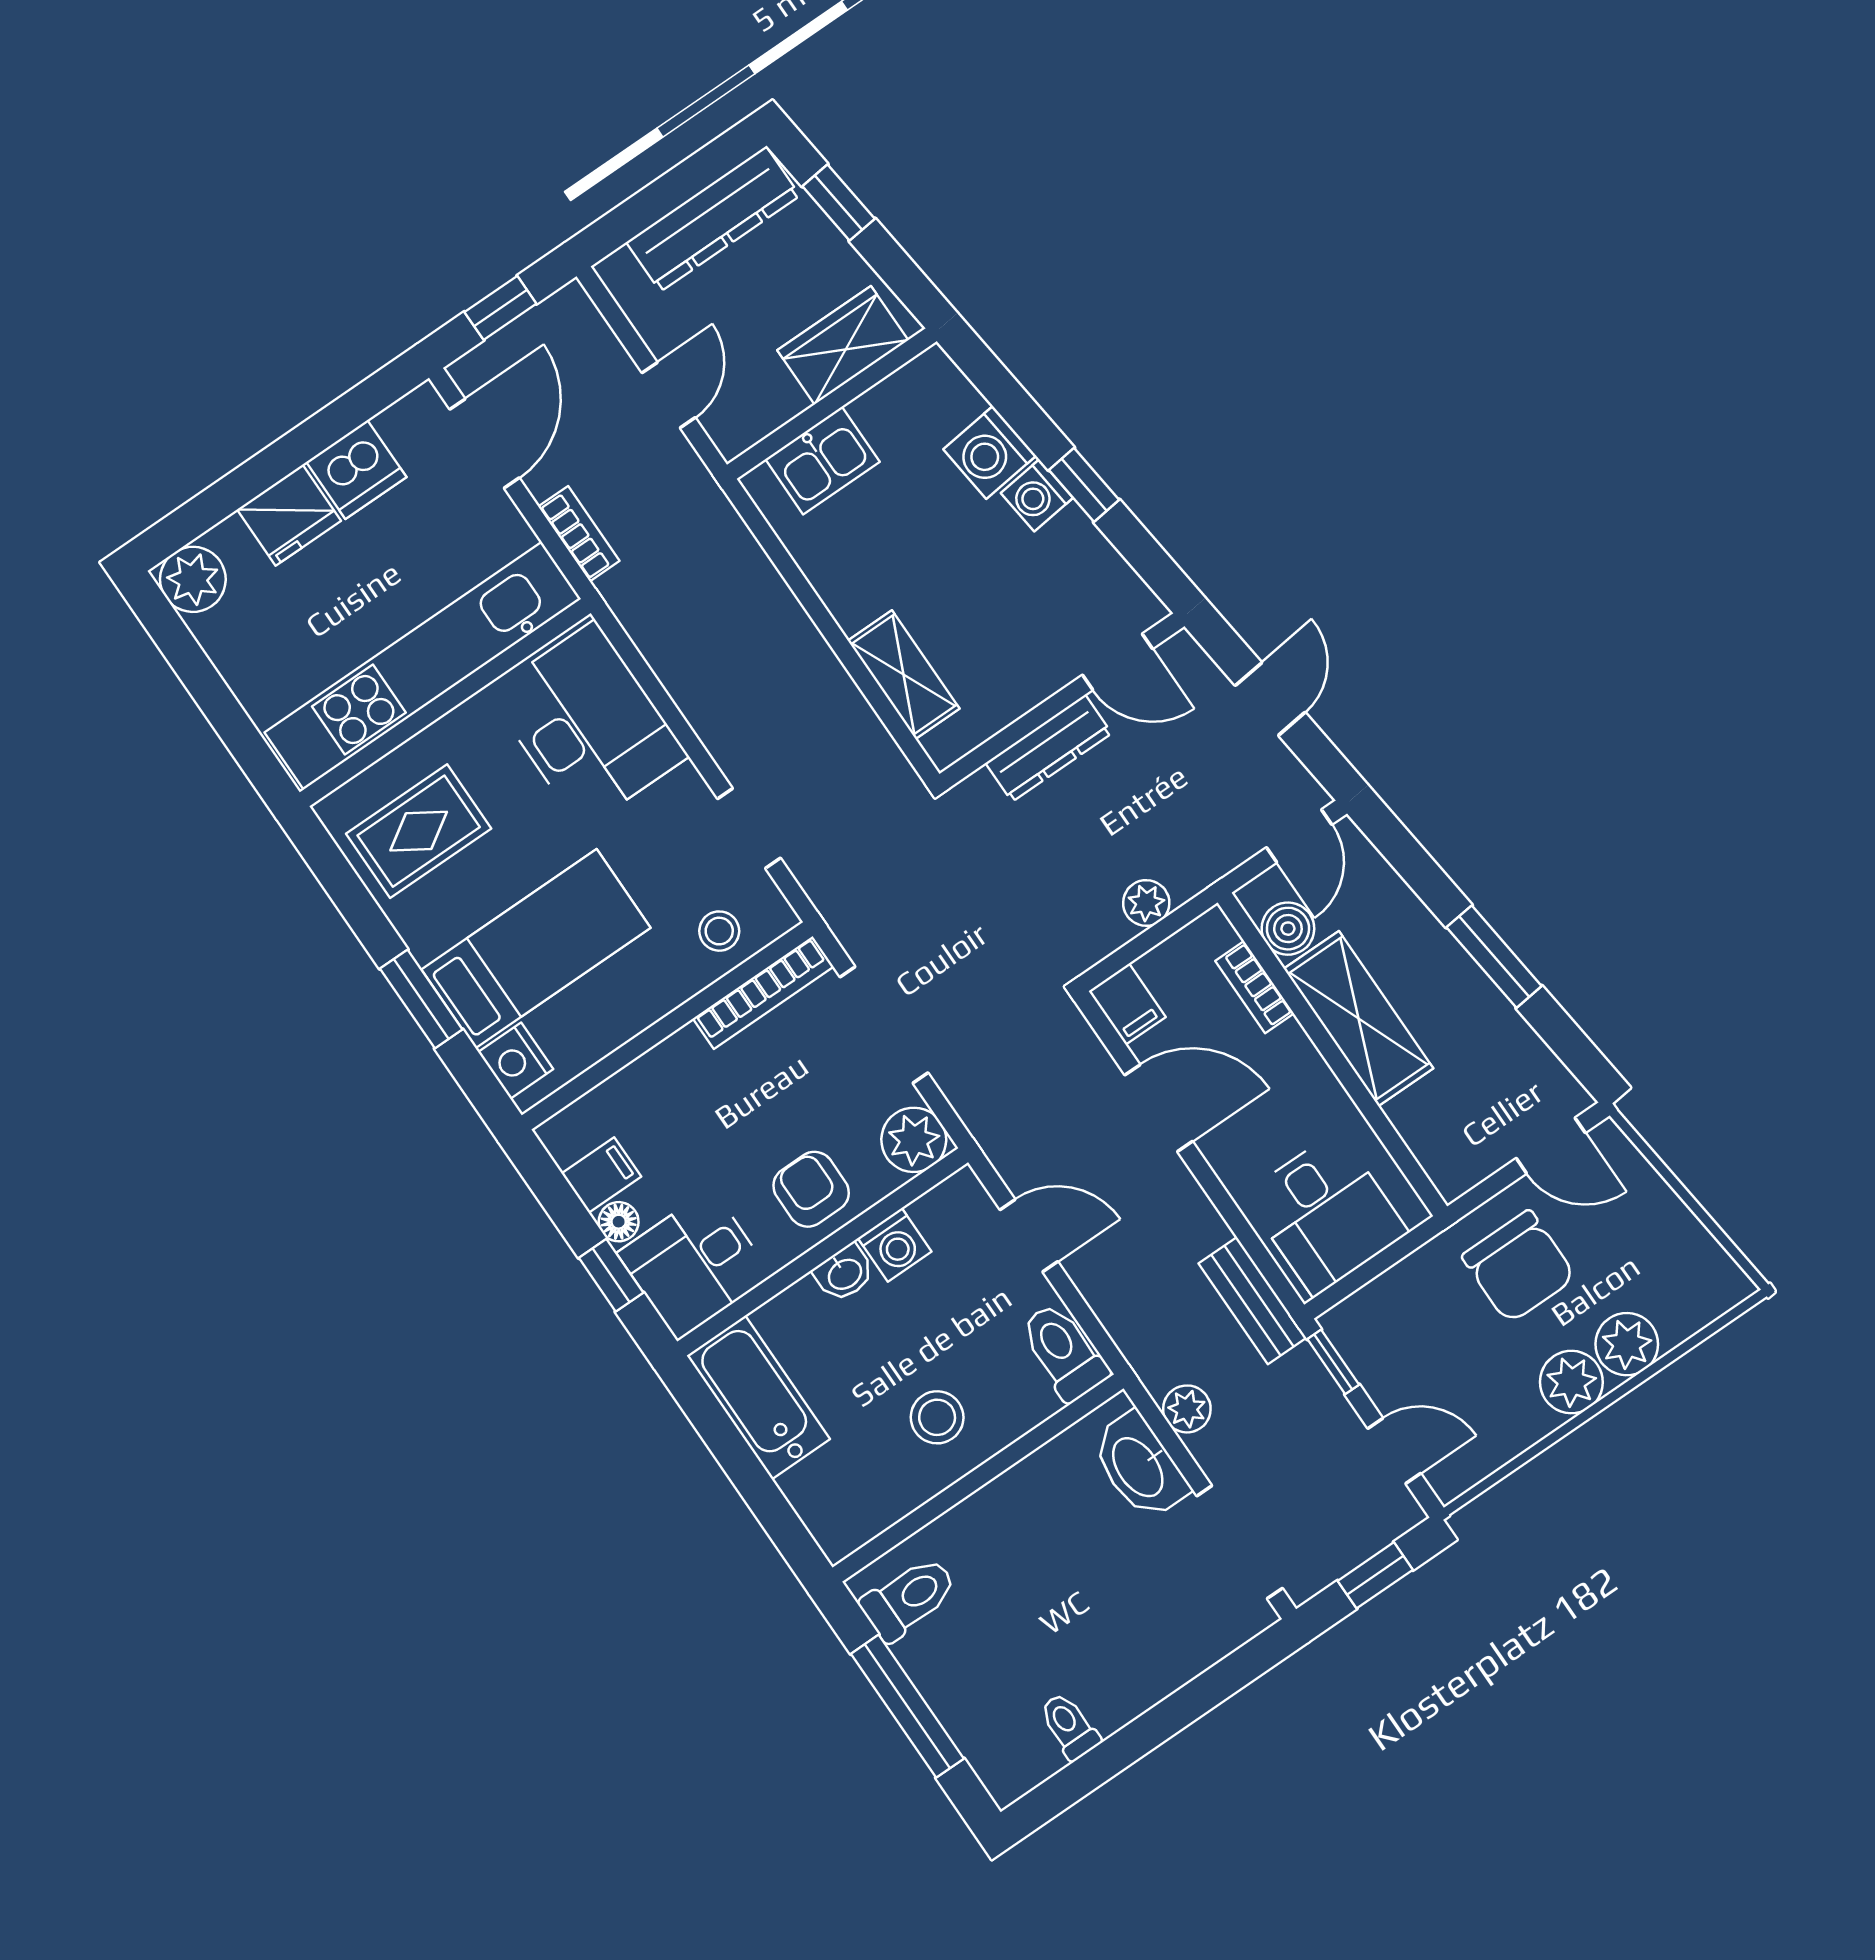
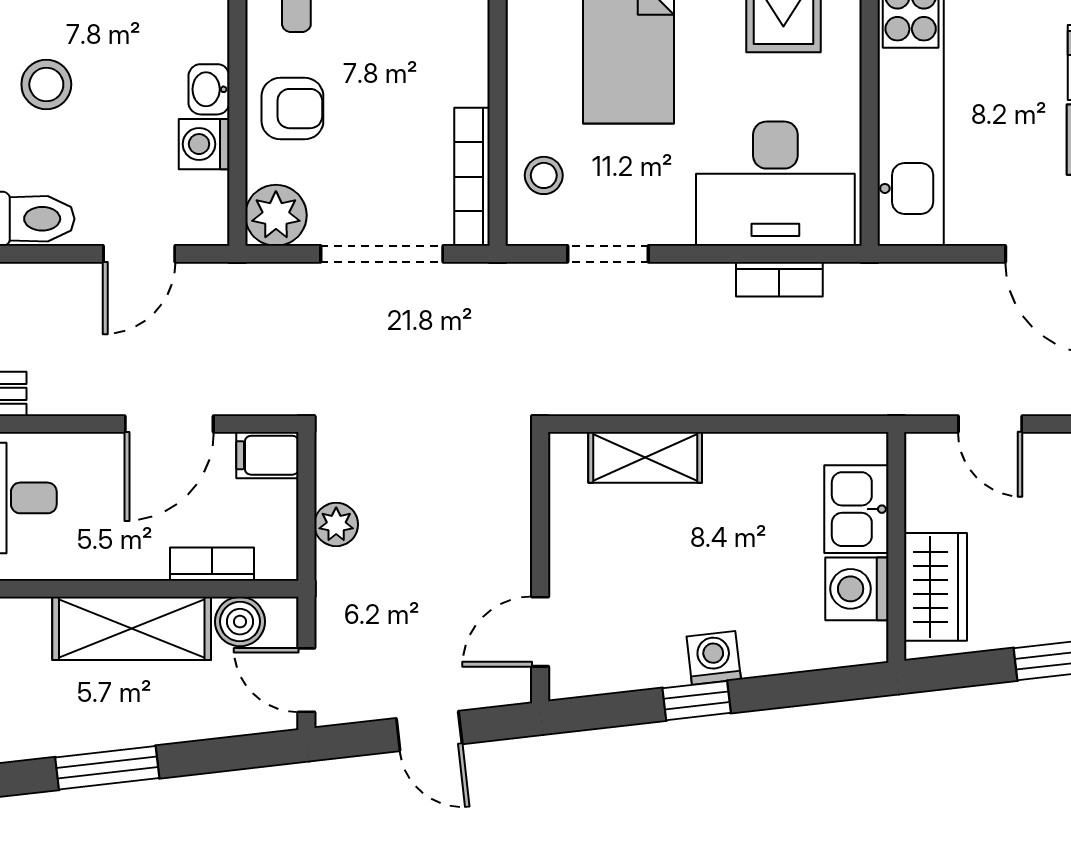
washing machine: (990, 452) -> (857, 589), moved, turned -84
bookcase: (579, 534) -> (779, 279), moved
dresser: (1049, 748) -> (510, 531), removed

